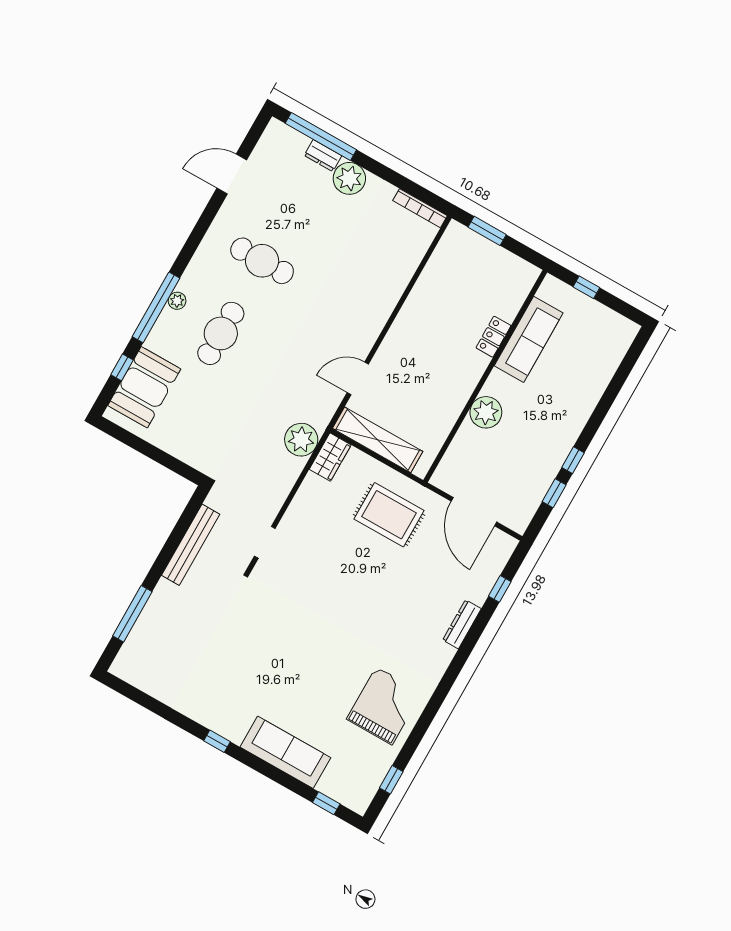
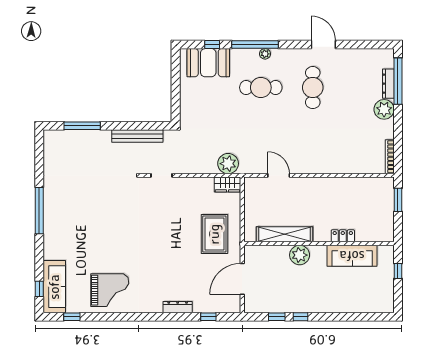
dresser: (323, 156) -> (388, 84), width x1.44
door: (232, 174) -> (323, 45), moved
shelving: (378, 440) -> (285, 234), moved, turned 90
window: (217, 741) -> (39, 211), width x3.17
sofa: (285, 752) -> (54, 287), moved

